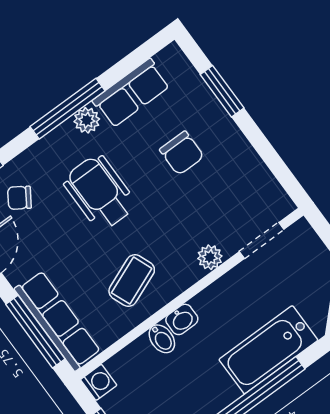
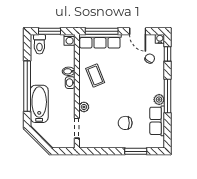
wheelchair: (100, 193) -> (132, 86), removed

